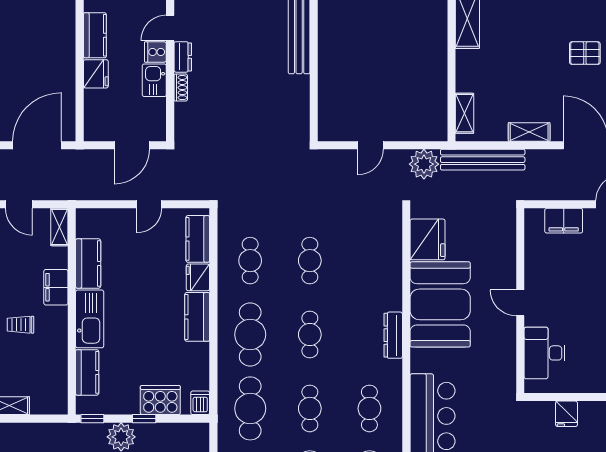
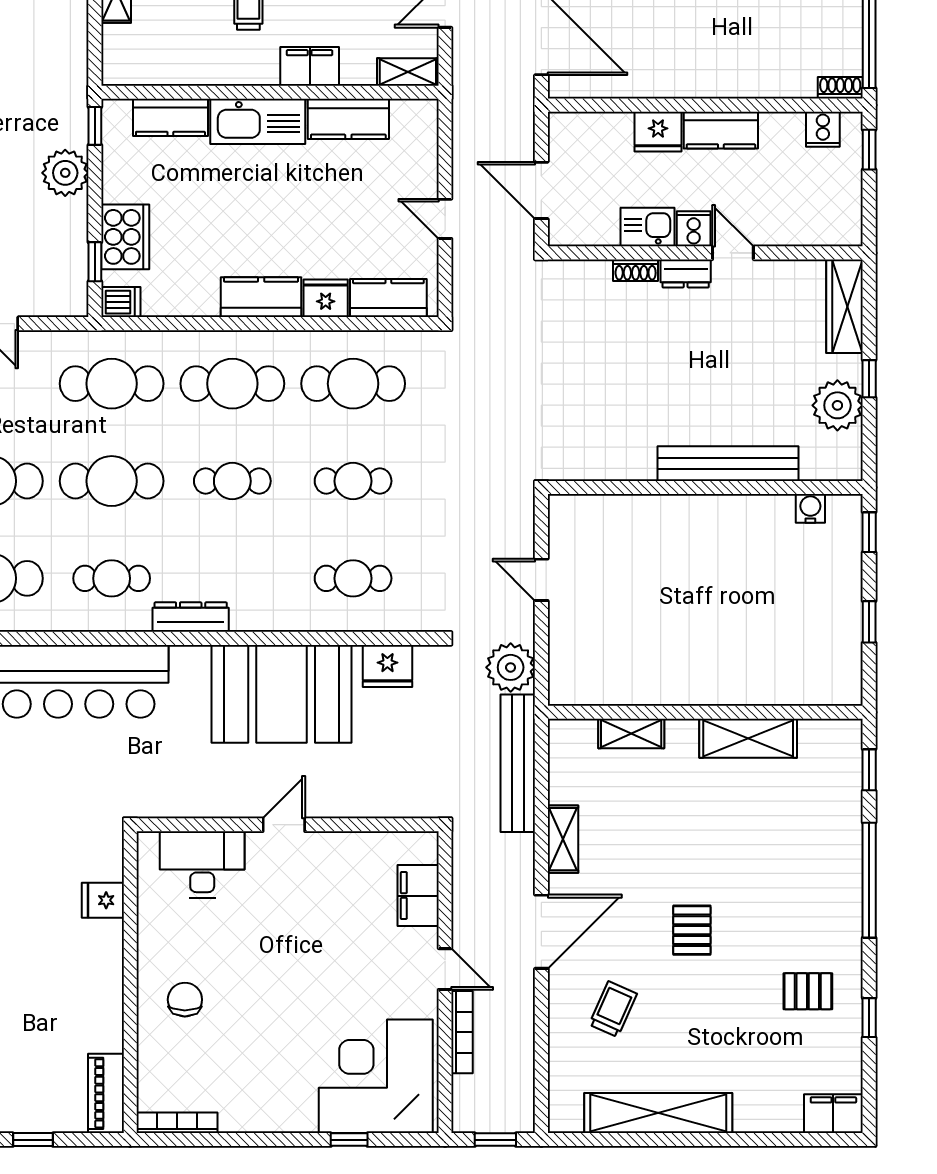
shelving: (464, 113) -> (631, 734), moved
fridge: (428, 239) -> (387, 666), width x0.73, depth x0.75
cafe table: (250, 261) -> (353, 384), width x1.37, depth x1.35
cafe table: (369, 261) -> (353, 578), added
dresser: (393, 335) -> (191, 617), moved
cafe table: (310, 408) -> (112, 481), width x1.37, depth x1.35
window: (144, 419) -> (95, 262), moved

